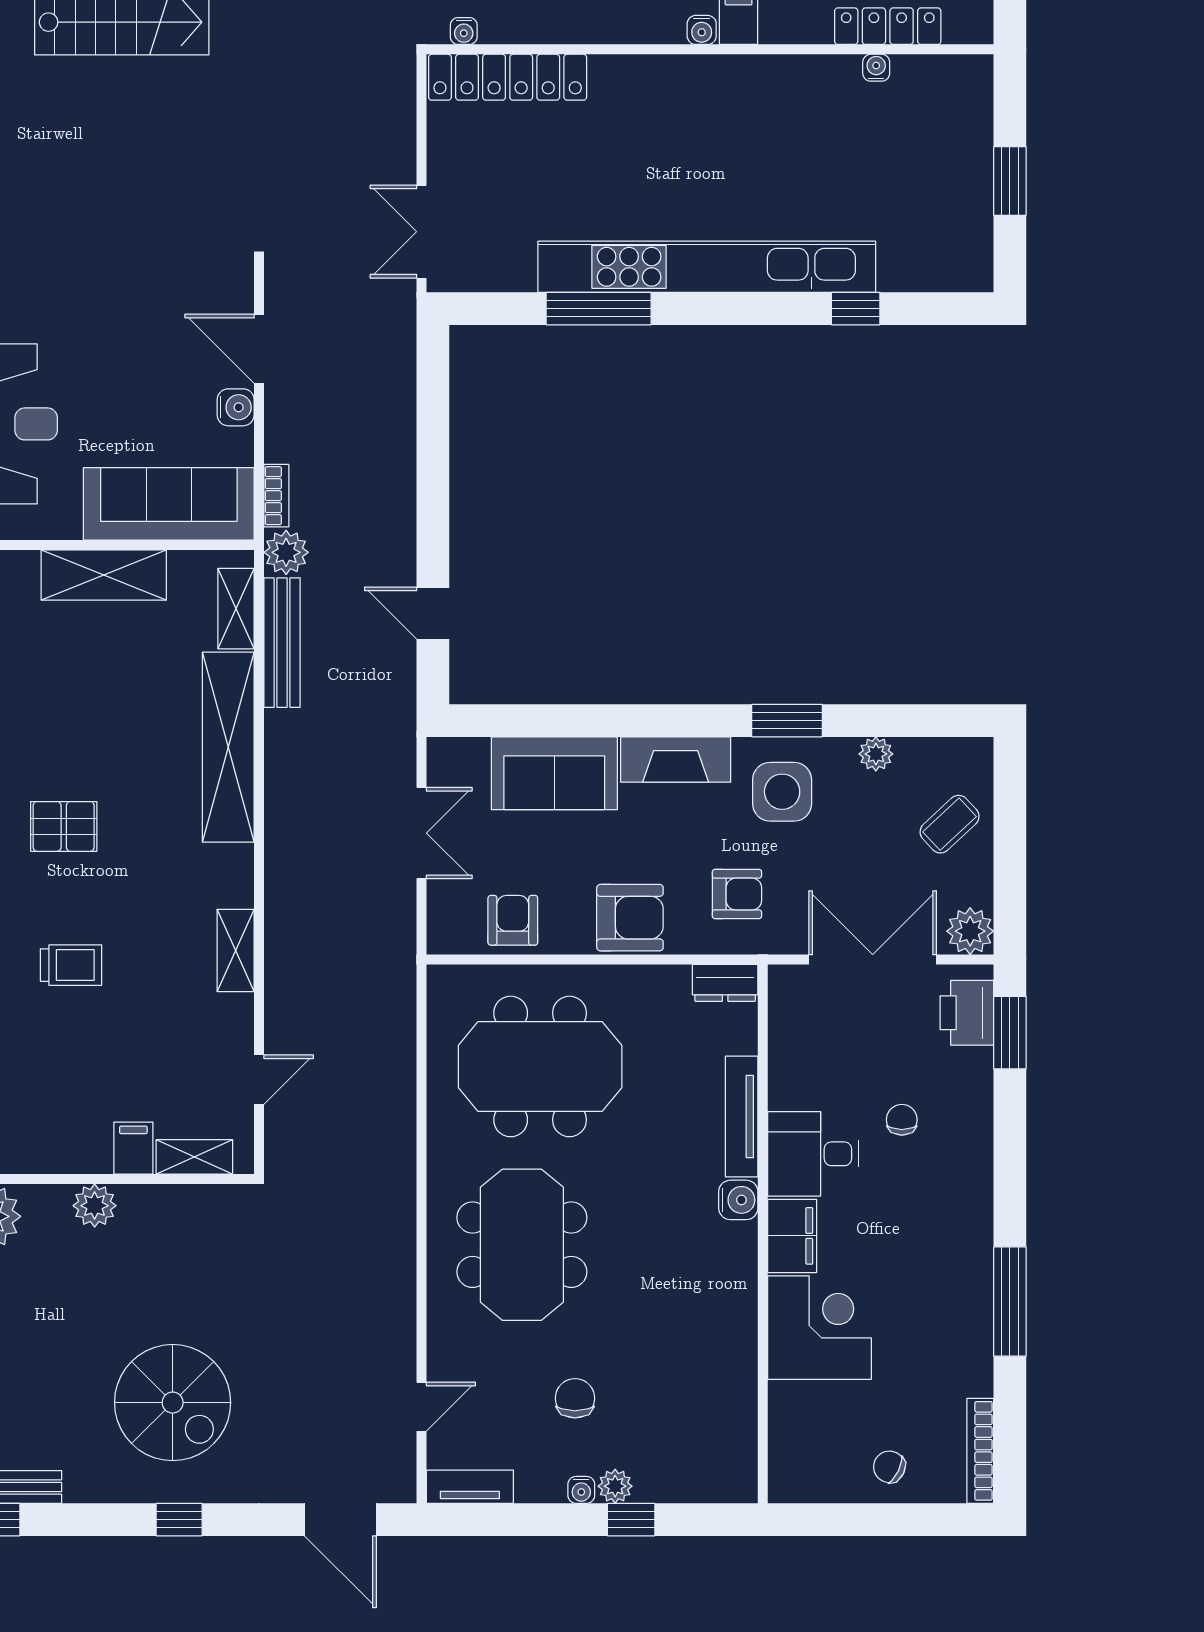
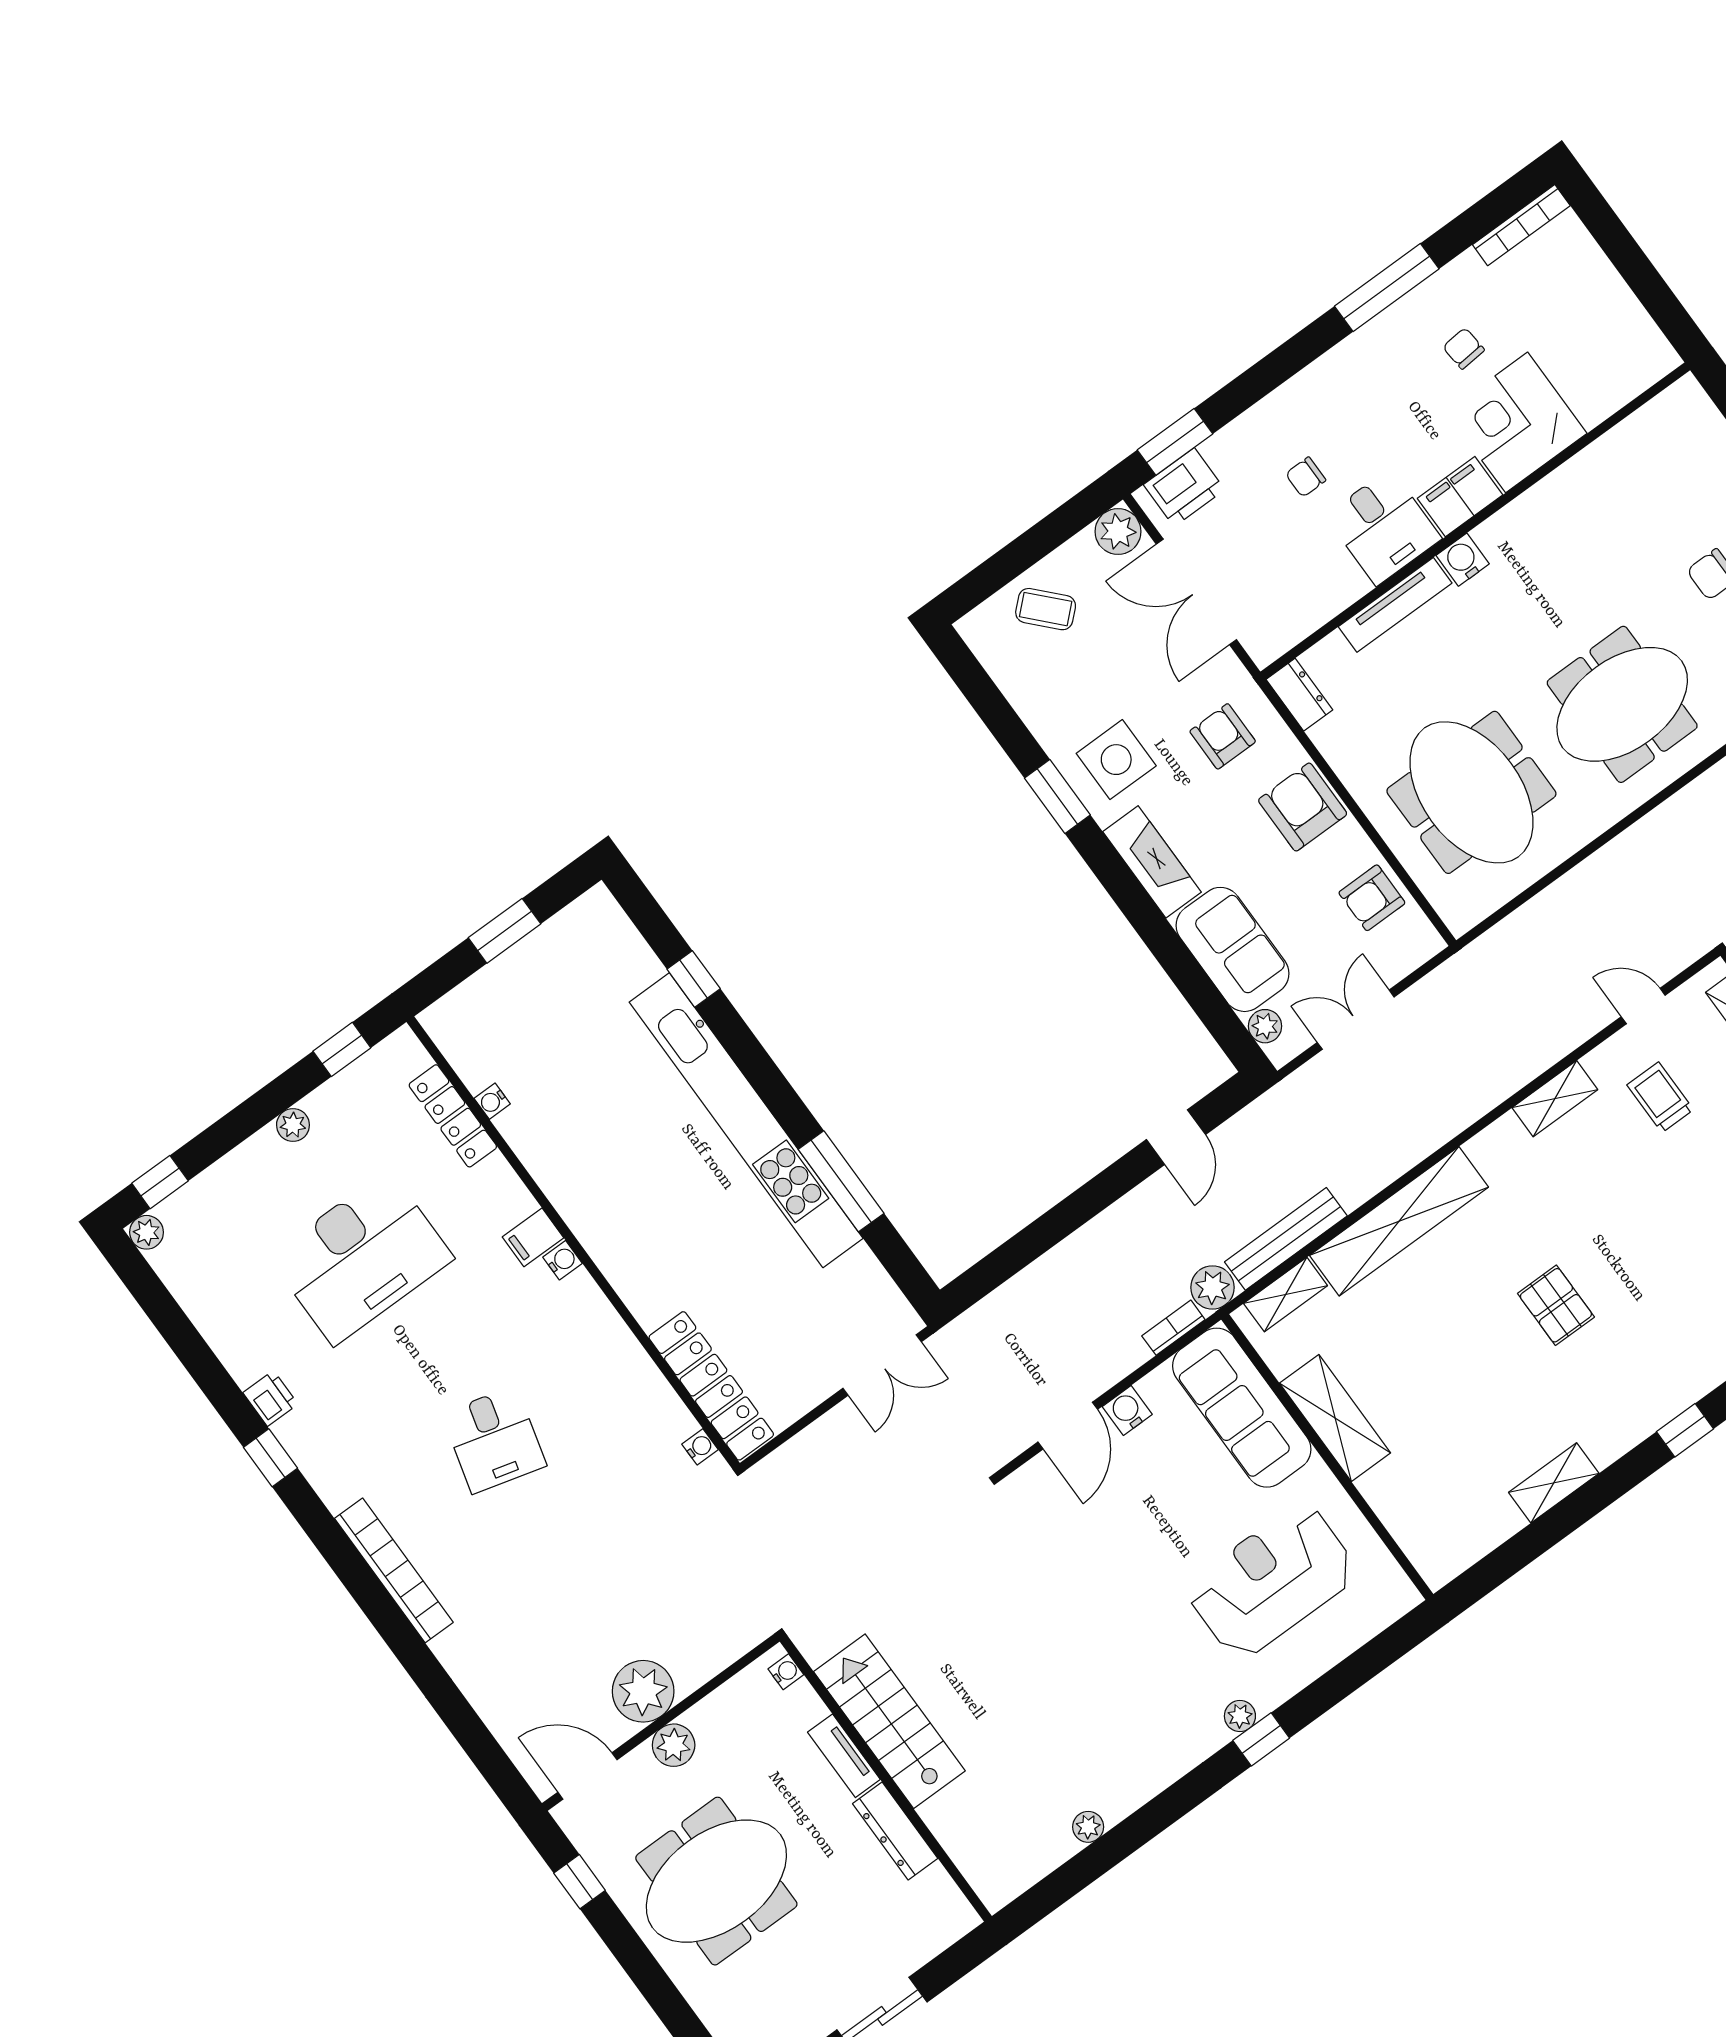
plant: (876, 754) -> (1265, 1026), moved
trolley: (71, 965) -> (1660, 1097), moved
chair: (889, 1467) -> (1464, 348), moved, turned 149

